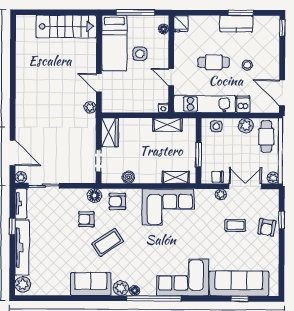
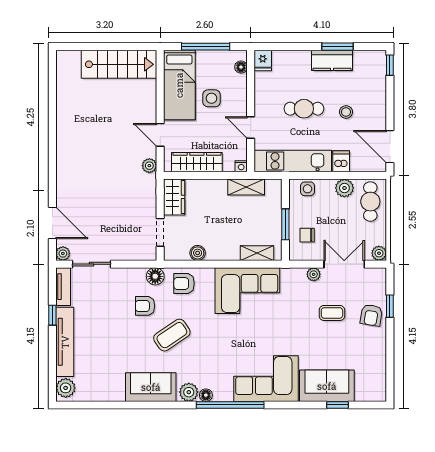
wardrobe: (128, 105) -> (197, 162), added
chair: (218, 177) -> (307, 235), moved
sofa: (239, 283) -> (327, 386), width x0.73

